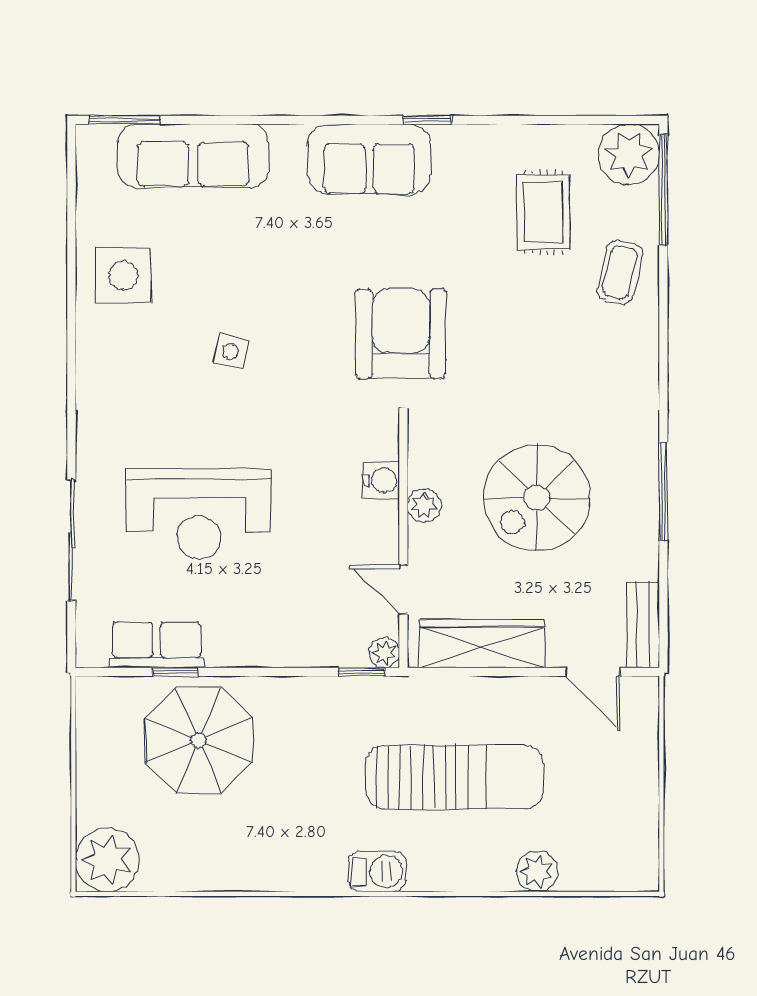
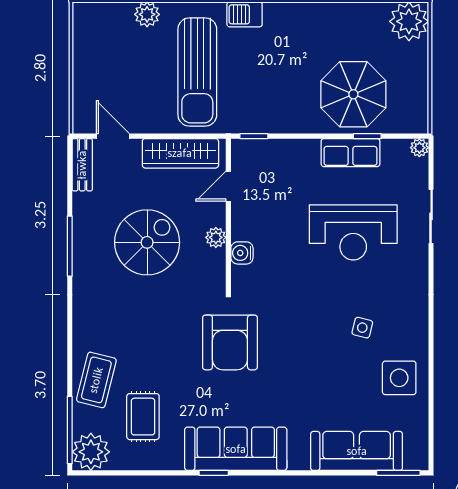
sofa: (369, 159) -> (236, 449), width x1.36
coffee table: (620, 272) -> (96, 380), width x1.36, depth x1.30
side table: (231, 352) -> (362, 328), moved
reception desk: (199, 514) -> (353, 232), turned 180
sliding door: (71, 540) -> (431, 216), width x0.73
door: (403, 590) -> (228, 186), swing flipped
row of seats: (157, 645) -> (350, 153), moved
plant: (384, 653) -> (419, 148), moved
sun lounger: (454, 777) -> (197, 72), turned -90

